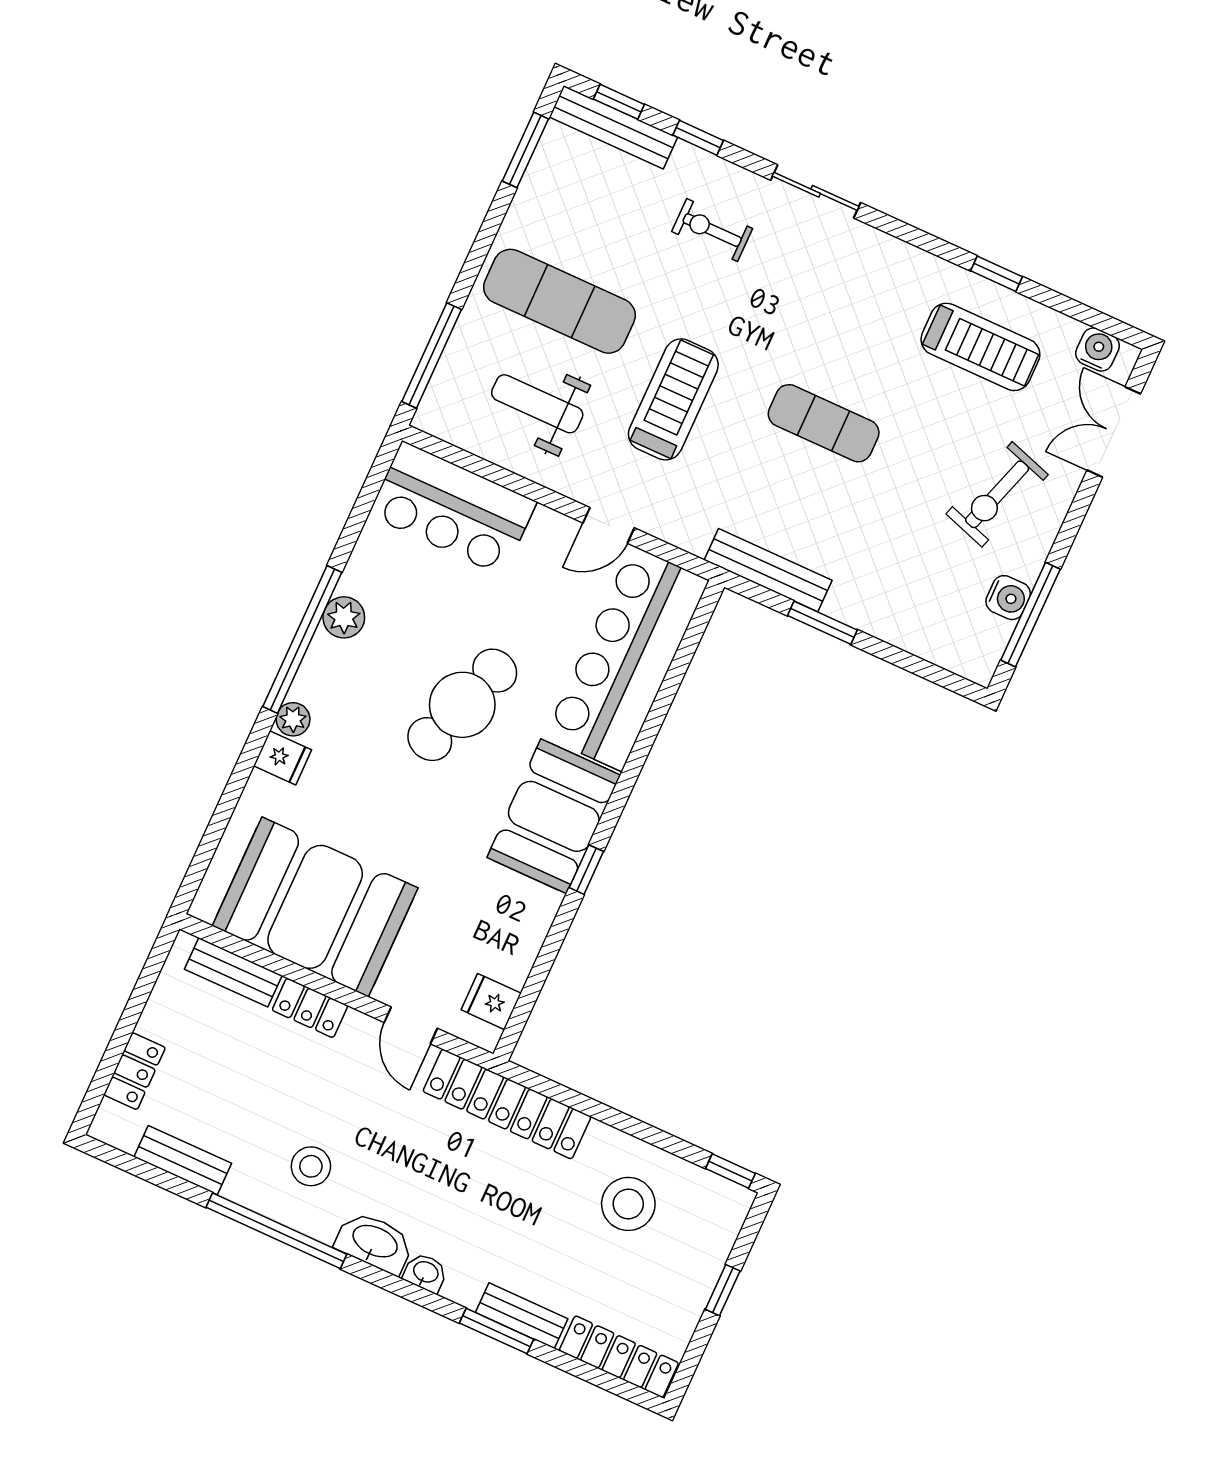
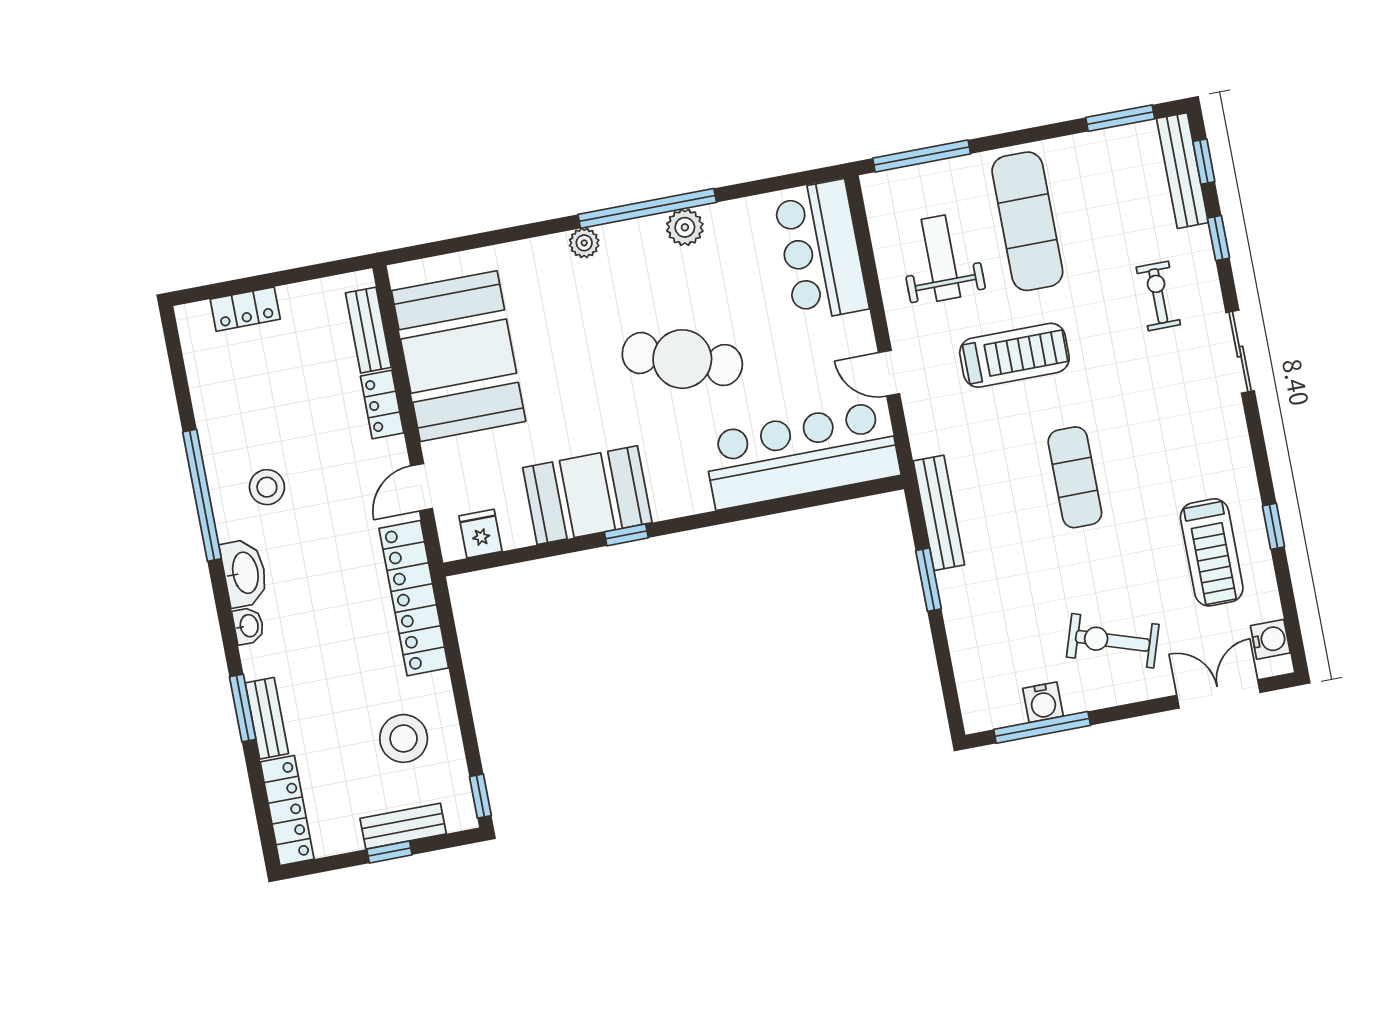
fridge: (283, 758) -> (551, 255), removed
booth: (554, 816) -> (587, 495), moved
bench: (183, 1160) -> (403, 826), moved, turned 90

